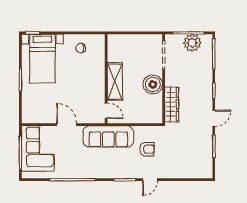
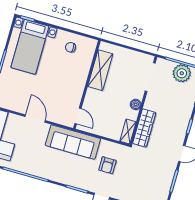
shelving: (115, 82) -> (100, 70), moved
boiler: (153, 84) -> (136, 104), width x0.54, depth x0.54
shelving: (157, 112) -> (128, 132), added
armchair: (147, 149) -> (107, 165), turned 90

